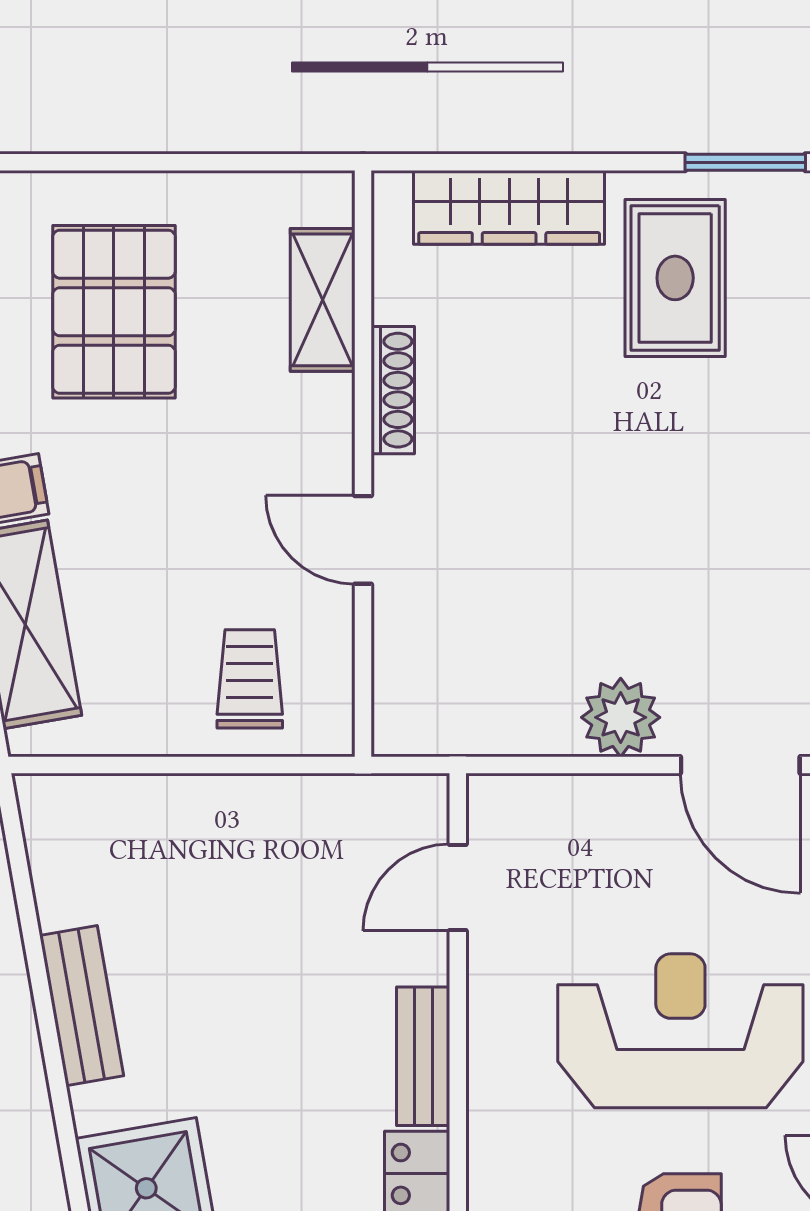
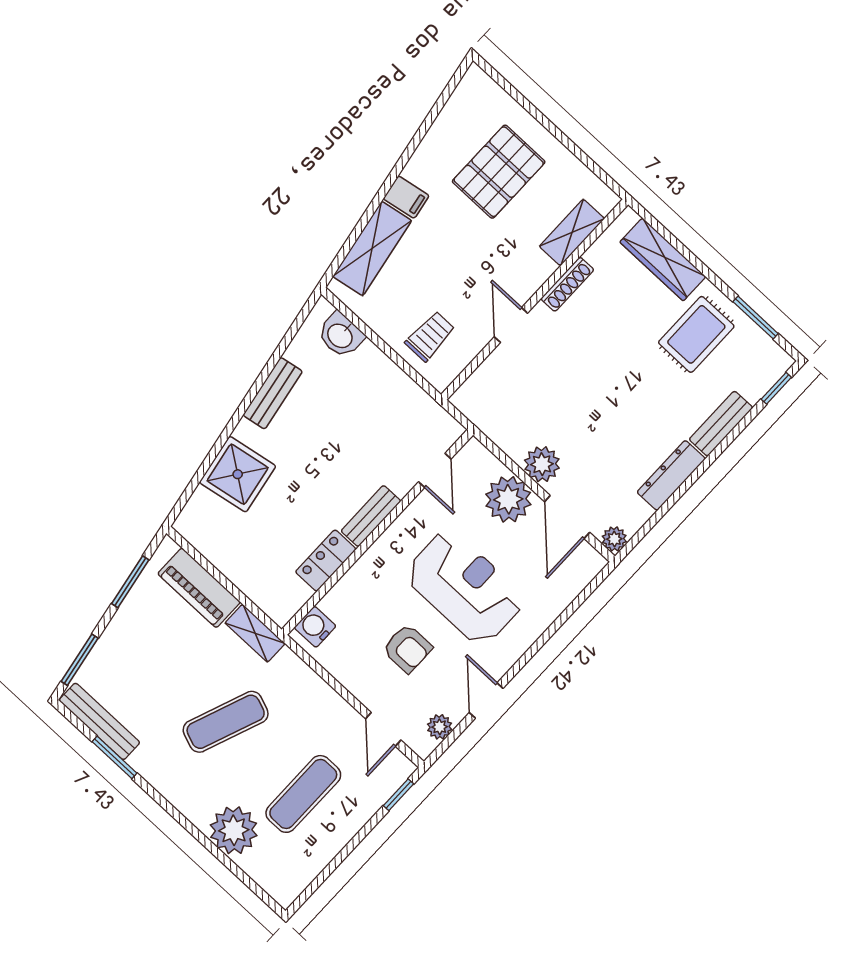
washbasin: (104, 811) -> (341, 335), added
plant: (619, 824) -> (508, 499), added
door: (458, 888) -> (435, 470), swing flipped

